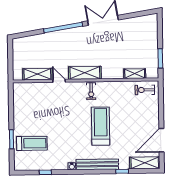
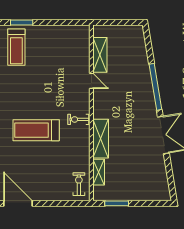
shelving: (85, 73) -> (101, 139), moved
door: (59, 81) -> (91, 81), hinge flipped
treadmill: (101, 126) -> (36, 130), turned 180

